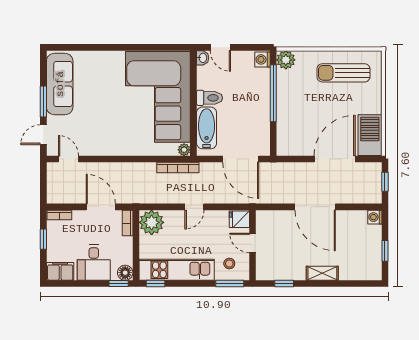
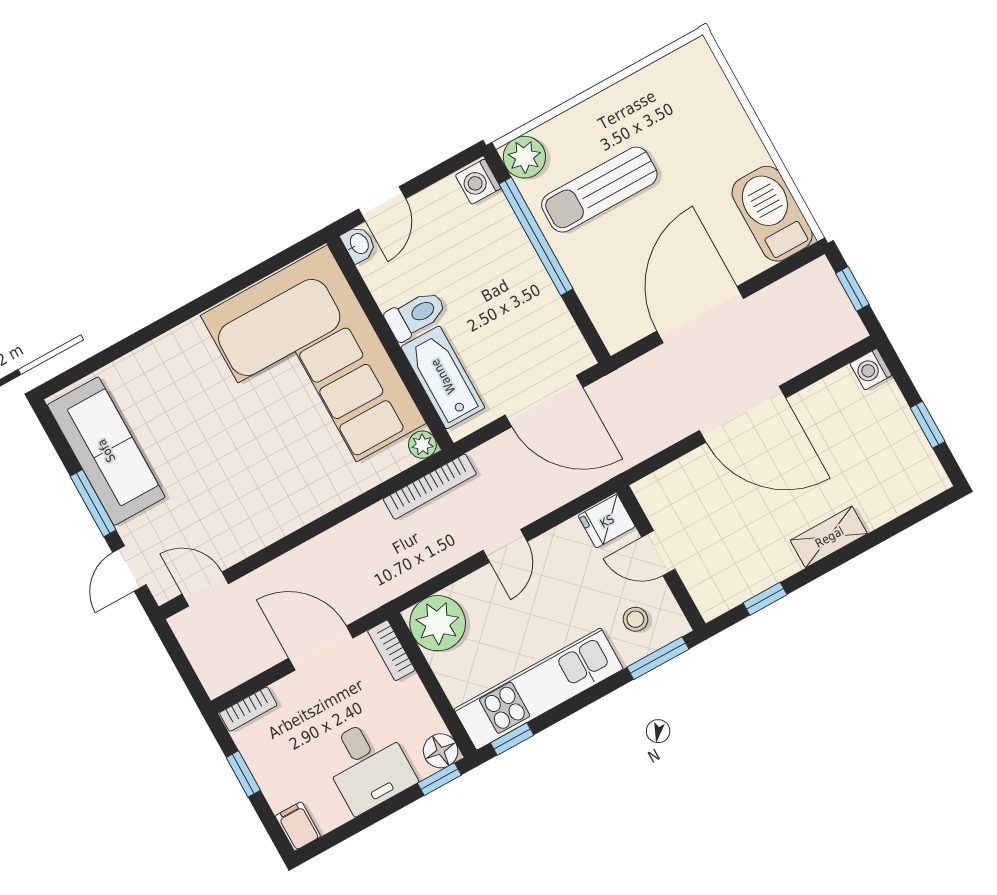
door: (220, 47) -> (382, 204), hinge flipped
sun lounger: (343, 73) -> (599, 190), moved
door: (335, 159) -> (700, 315), moved
filing cabinet: (60, 271) -> (298, 826), width x0.50

